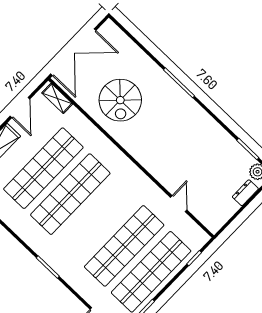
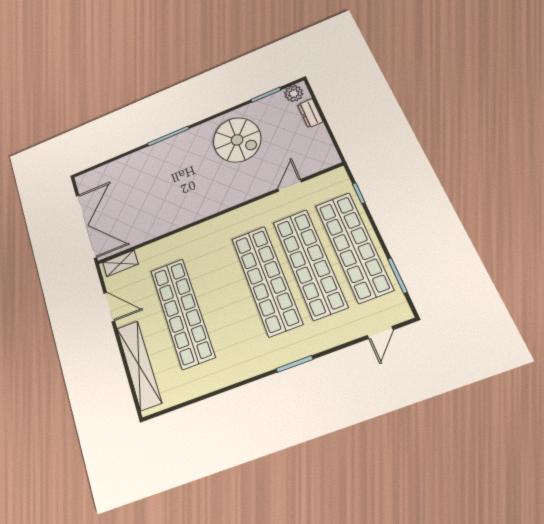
spiral stairs: (120, 100) -> (237, 140), moved
shop shelf: (70, 194) -> (266, 281), moved
door: (179, 204) -> (290, 185), hinge flipped

